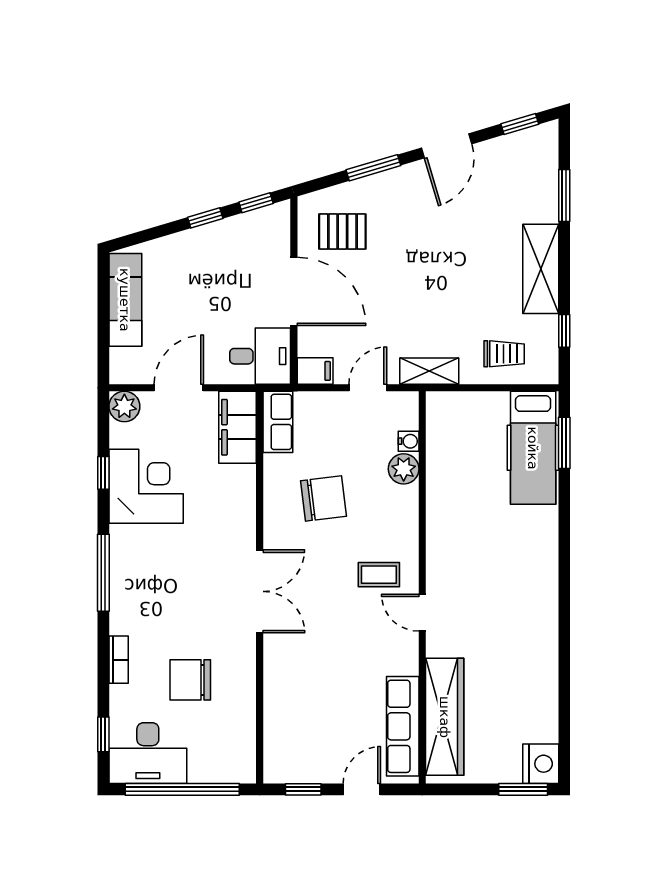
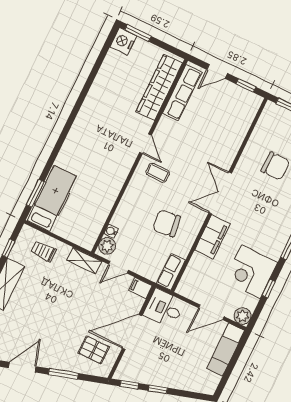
door: (294, 291) -> (132, 332), hinge flipped
exam couch: (125, 300) -> (226, 350), moved
filing cabinet: (237, 427) -> (212, 237), moved
plant: (404, 469) -> (107, 246), moved

